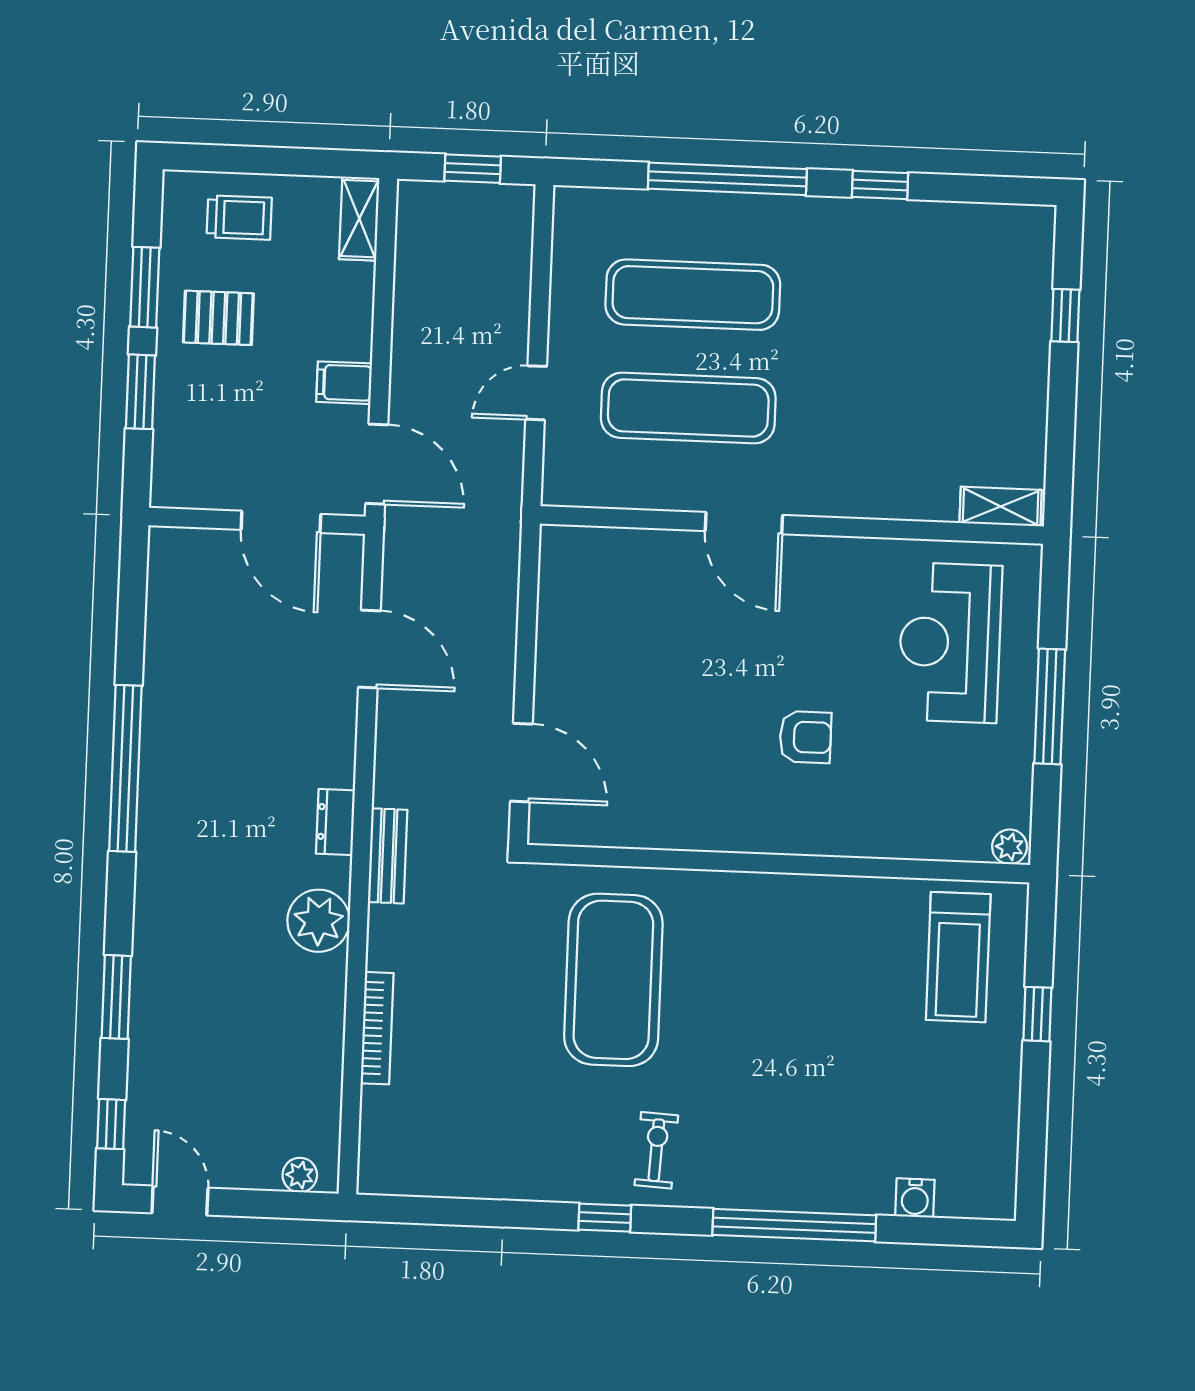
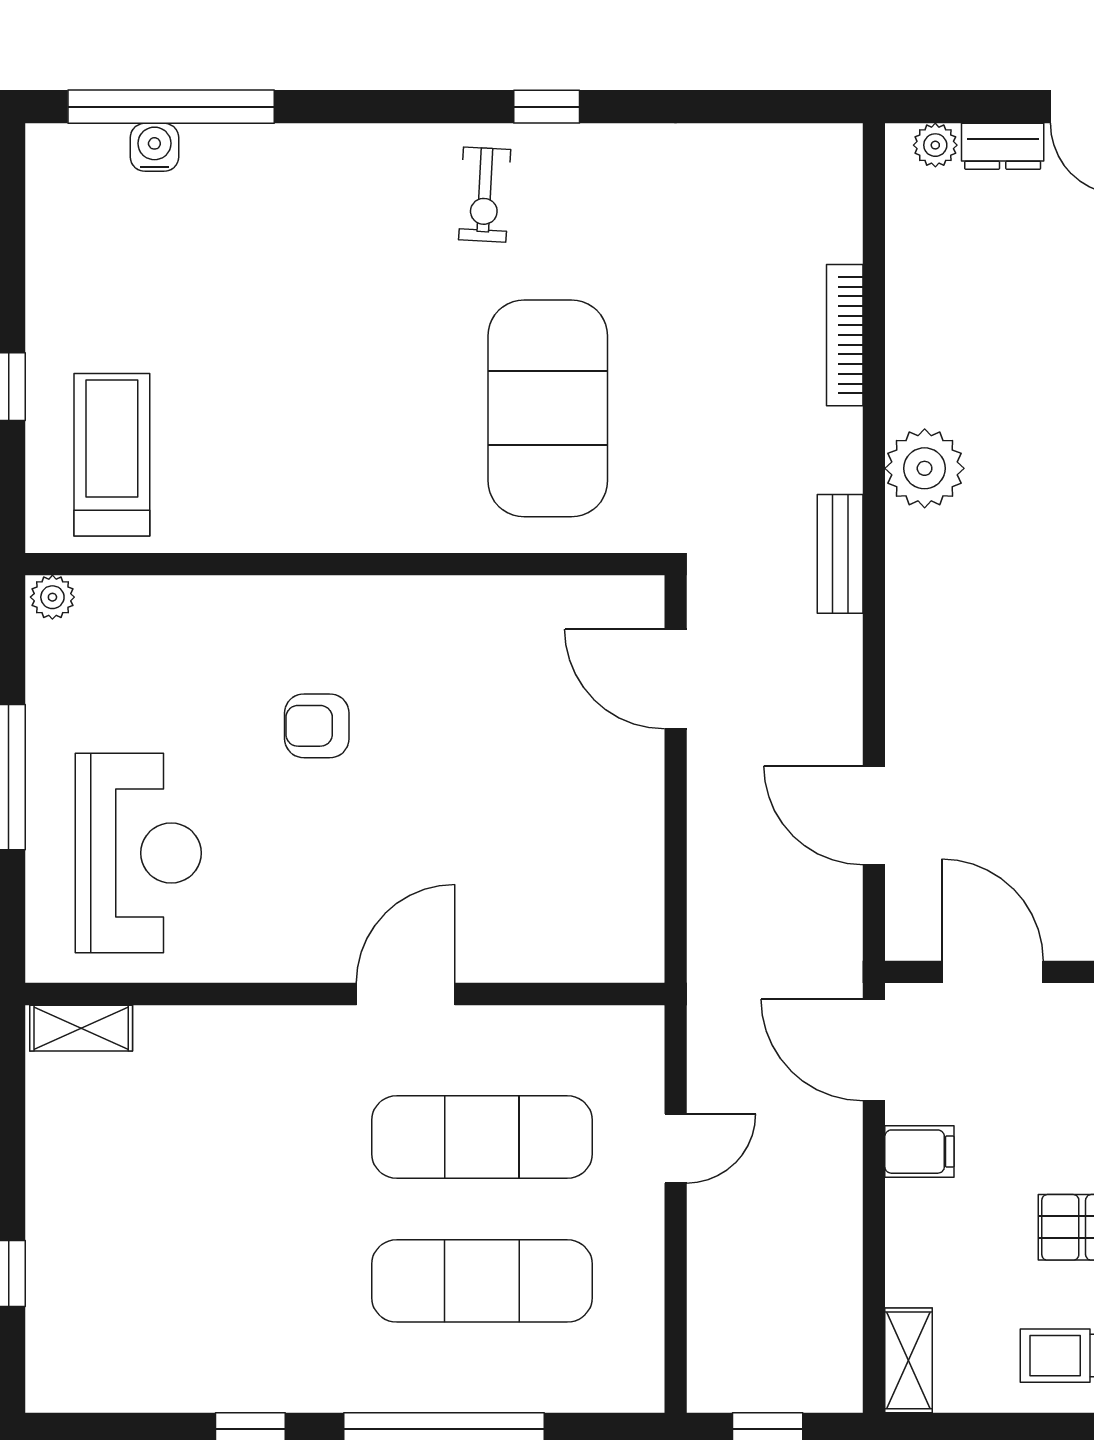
door: (744, 523) -> (406, 994), hinge flipped
dresser: (335, 822) -> (1003, 146), moved, turned 90
window: (794, 1225) -> (171, 107), moved

